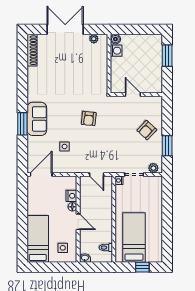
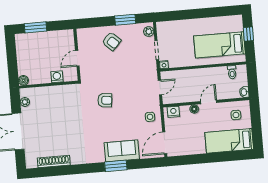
shoe rack: (32, 50) -> (54, 161), moved
washing machine: (116, 51) -> (57, 77), moved
sofa: (37, 119) -> (122, 151), moved
side table: (65, 147) -> (150, 117), moved
door: (41, 174) -> (165, 143), hinge flipped
nightstand: (71, 196) -> (173, 112), moved

